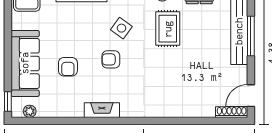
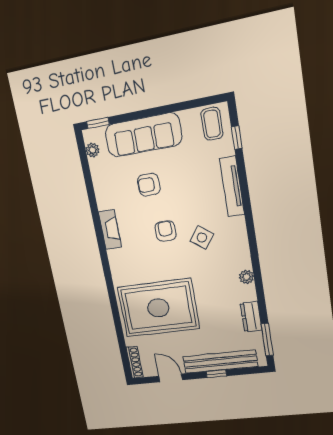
rug: (168, 29) -> (158, 308), moved, width x1.86, depth x2.06
window: (251, 36) -> (216, 374), width x0.46
door: (251, 96) -> (171, 378), moved

